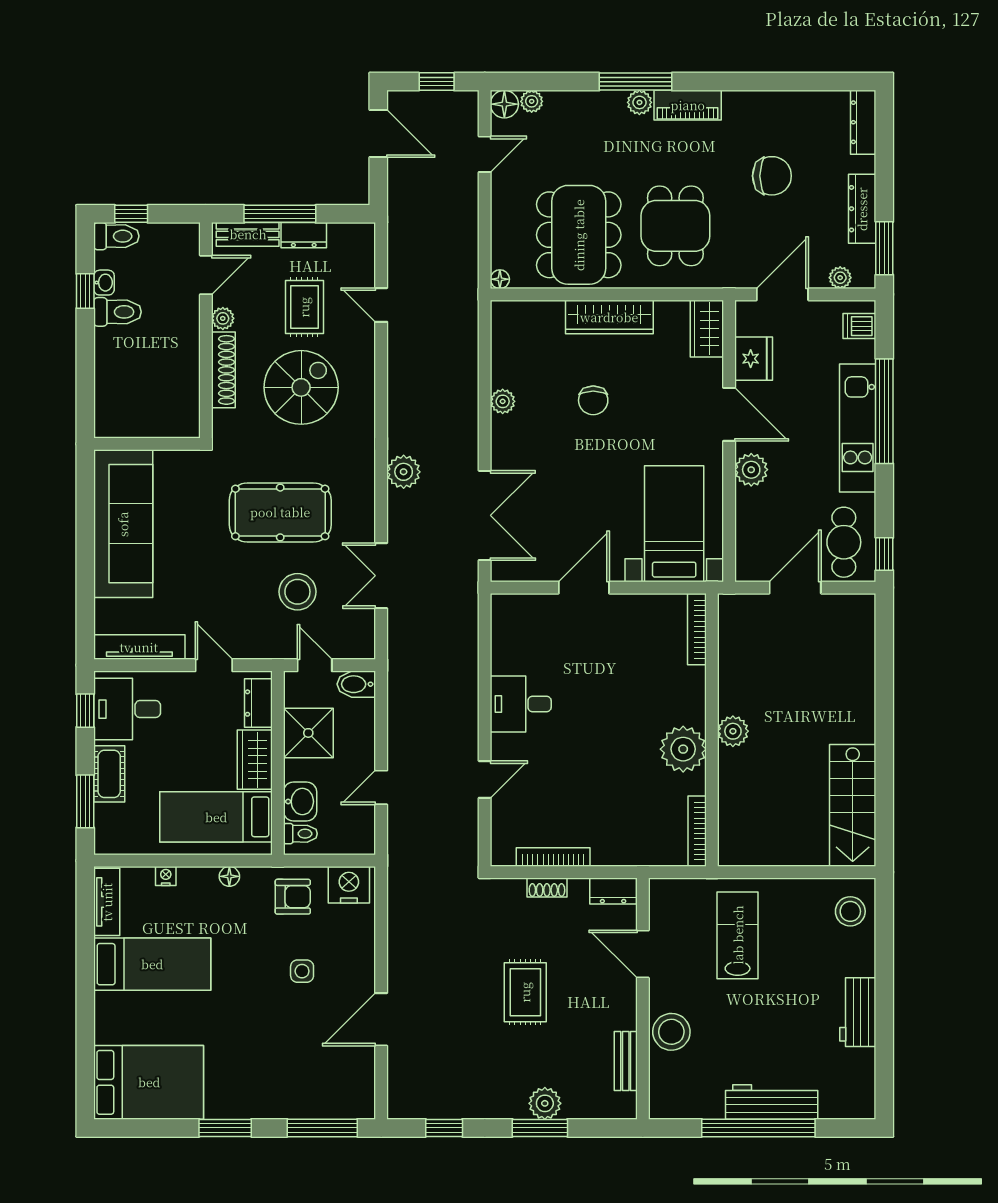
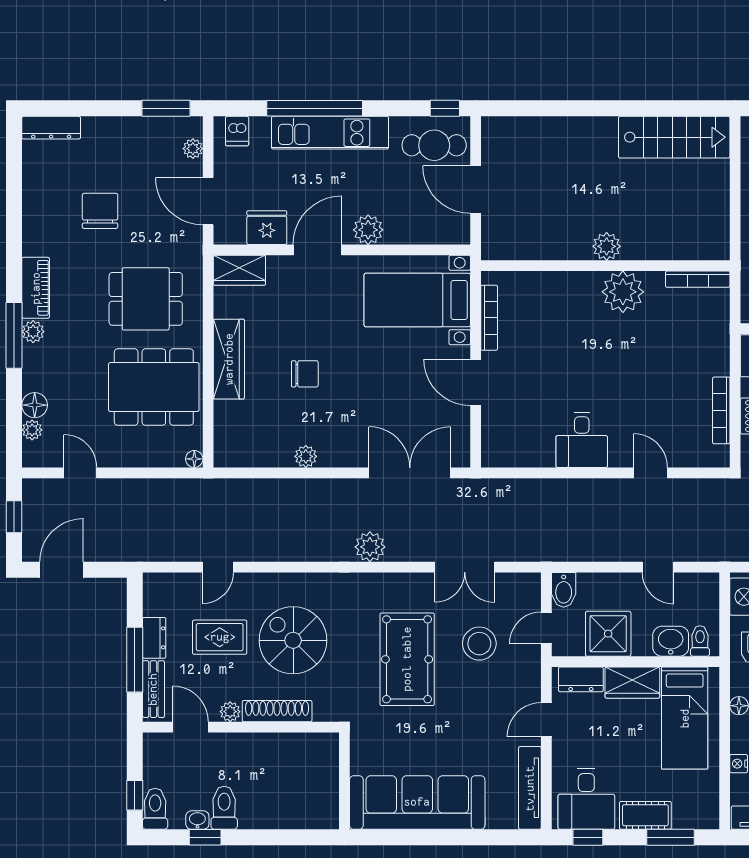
floor lamp: (504, 104) -> (35, 405), moved
dresser: (862, 209) -> (130, 129), removed
bookcase: (697, 629) -> (489, 318), moved, turned -90

